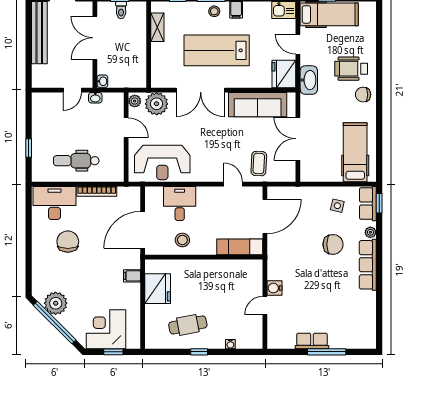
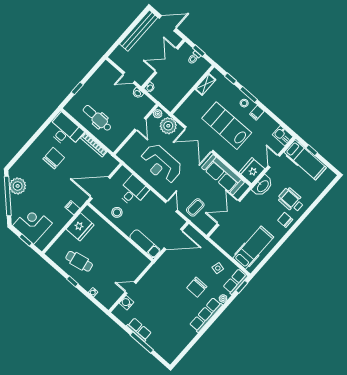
reception desk: (162, 162) -> (161, 164), moved
chair: (333, 244) -> (197, 287), turned 90
water cooler: (274, 288) -> (127, 303), moved

